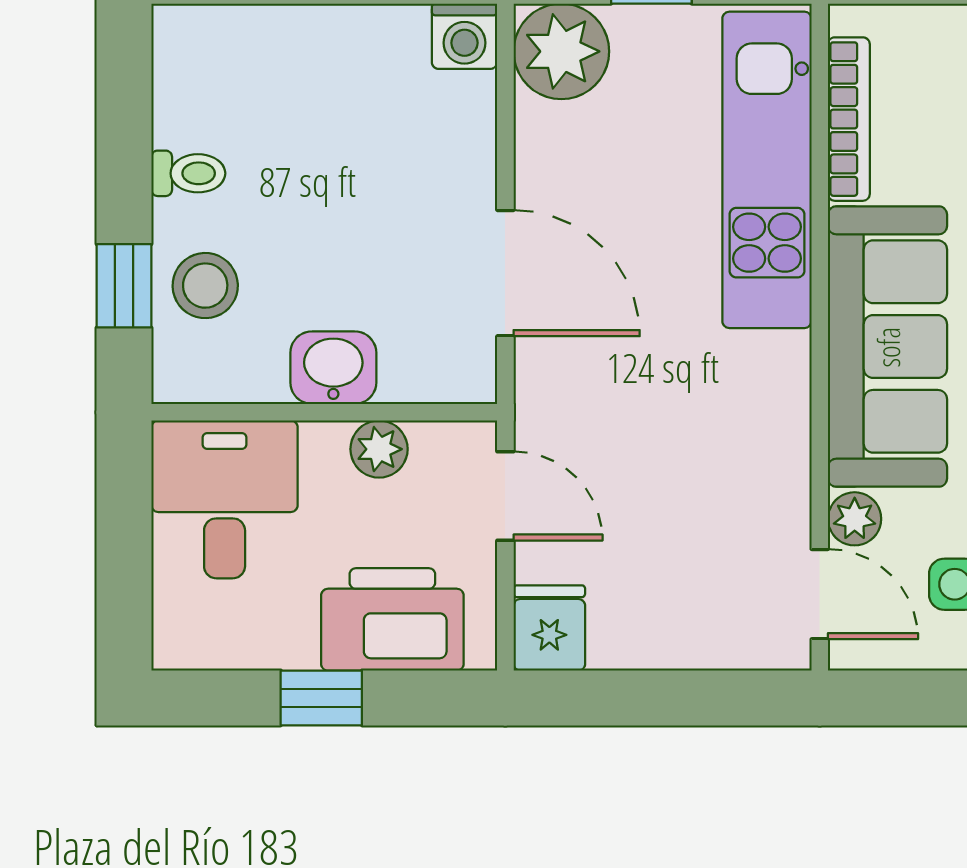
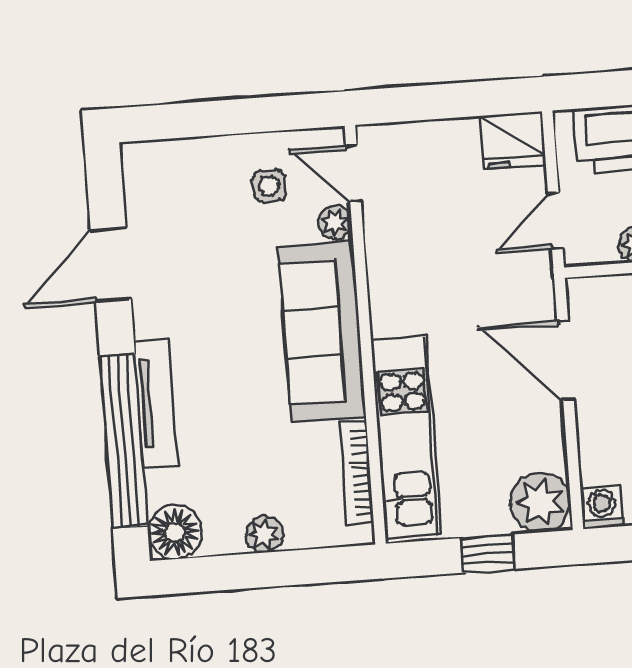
door: (505, 496) -> (555, 221), hinge flipped
fridge: (549, 628) -> (513, 140), width x1.38

